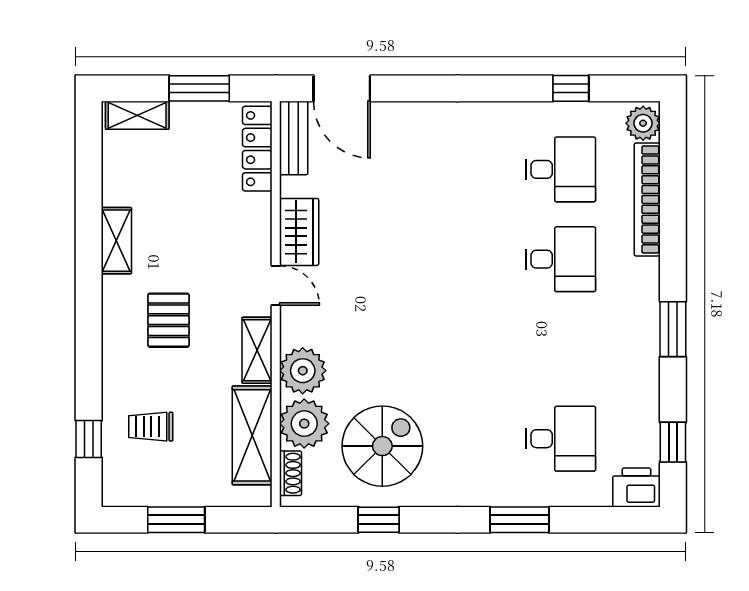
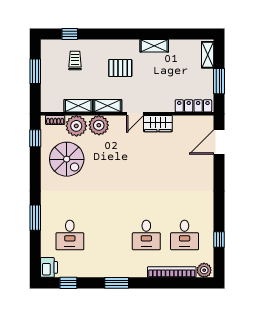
bench: (294, 138) -> (198, 121), removed
shelving: (252, 435) -> (78, 106), width x0.67, depth x0.75
window: (379, 520) -> (35, 138), moved

